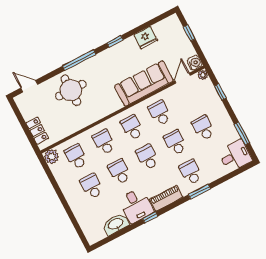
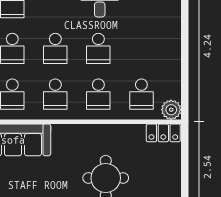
locker: (37, 131) -> (163, 133), moved, turned -90
school desk: (92, 186) -> (141, 48), removed

